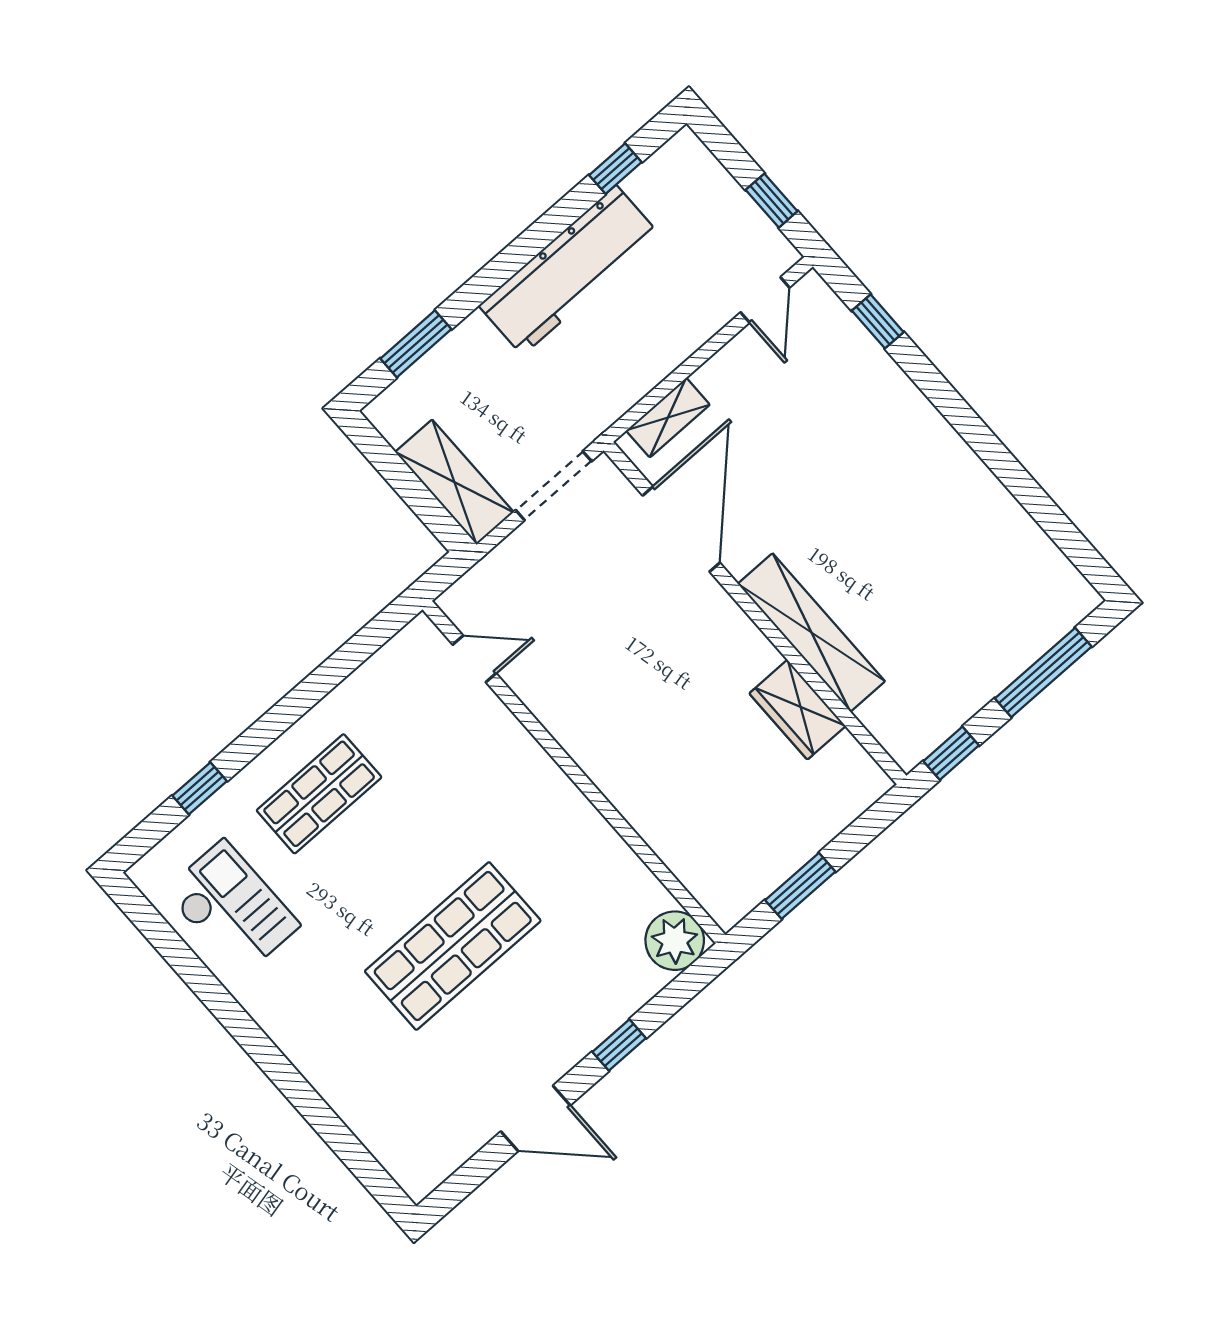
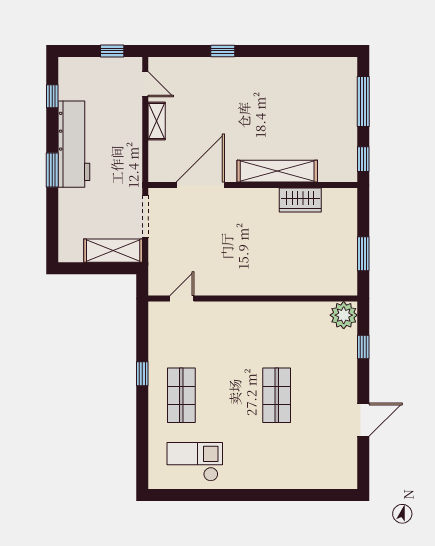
window: (878, 321) -> (223, 51), moved
window: (416, 344) -> (52, 170), moved
shelving: (668, 418) -> (157, 121), moved
door: (681, 529) -> (200, 185), hinge flipped
window: (200, 788) -> (142, 374), moved
shop shelf: (453, 946) -> (277, 395), width x0.70, depth x0.74
window: (619, 1045) -> (363, 347), moved

